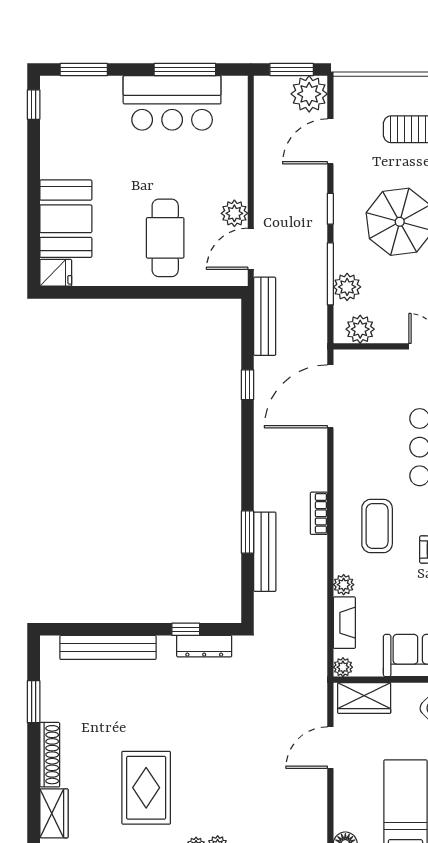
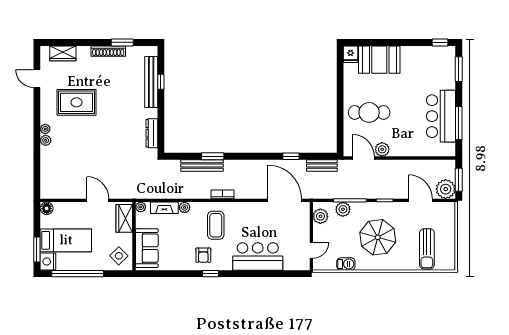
bench: (265, 316) -> (322, 165), width x0.73
coffee table: (377, 526) -> (216, 225), turned 90
window: (186, 629) -> (161, 82), moved
shoe rack: (50, 755) -> (108, 51), moved

